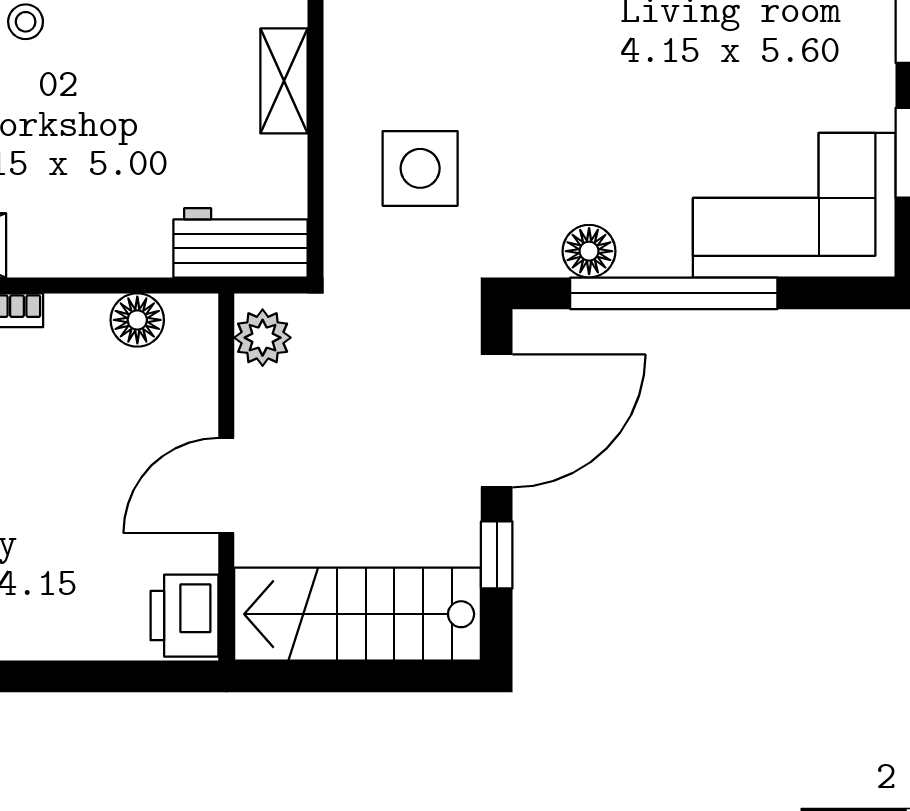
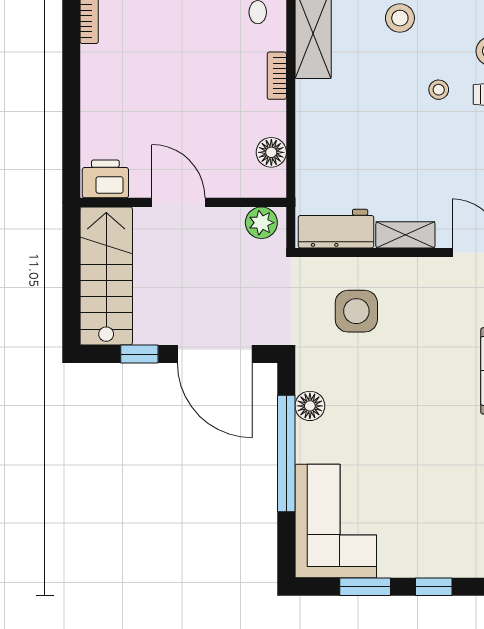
workbench: (241, 243) -> (336, 229), moved, turned -90

